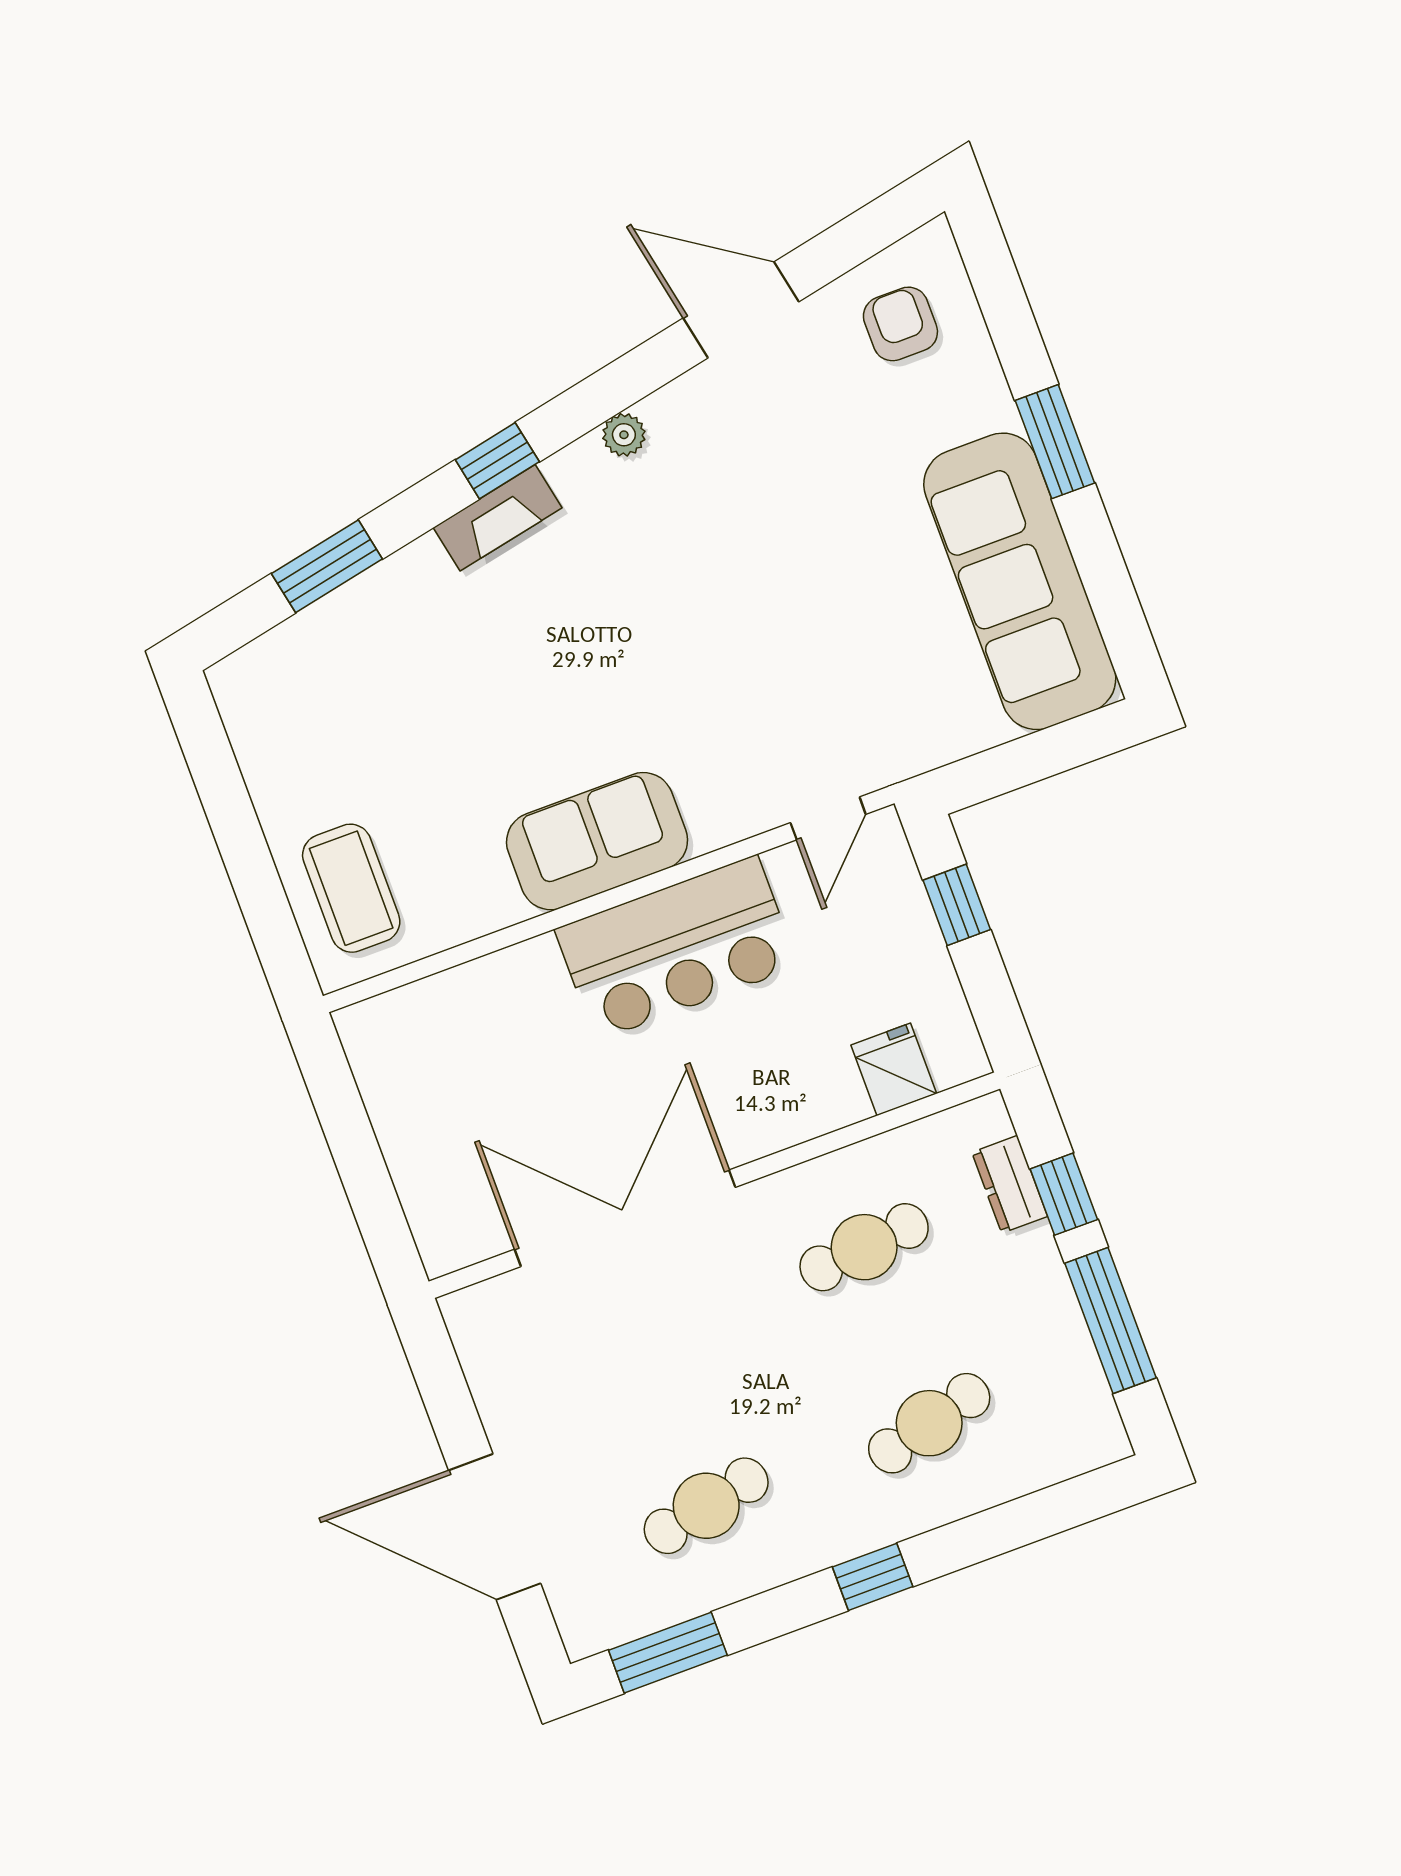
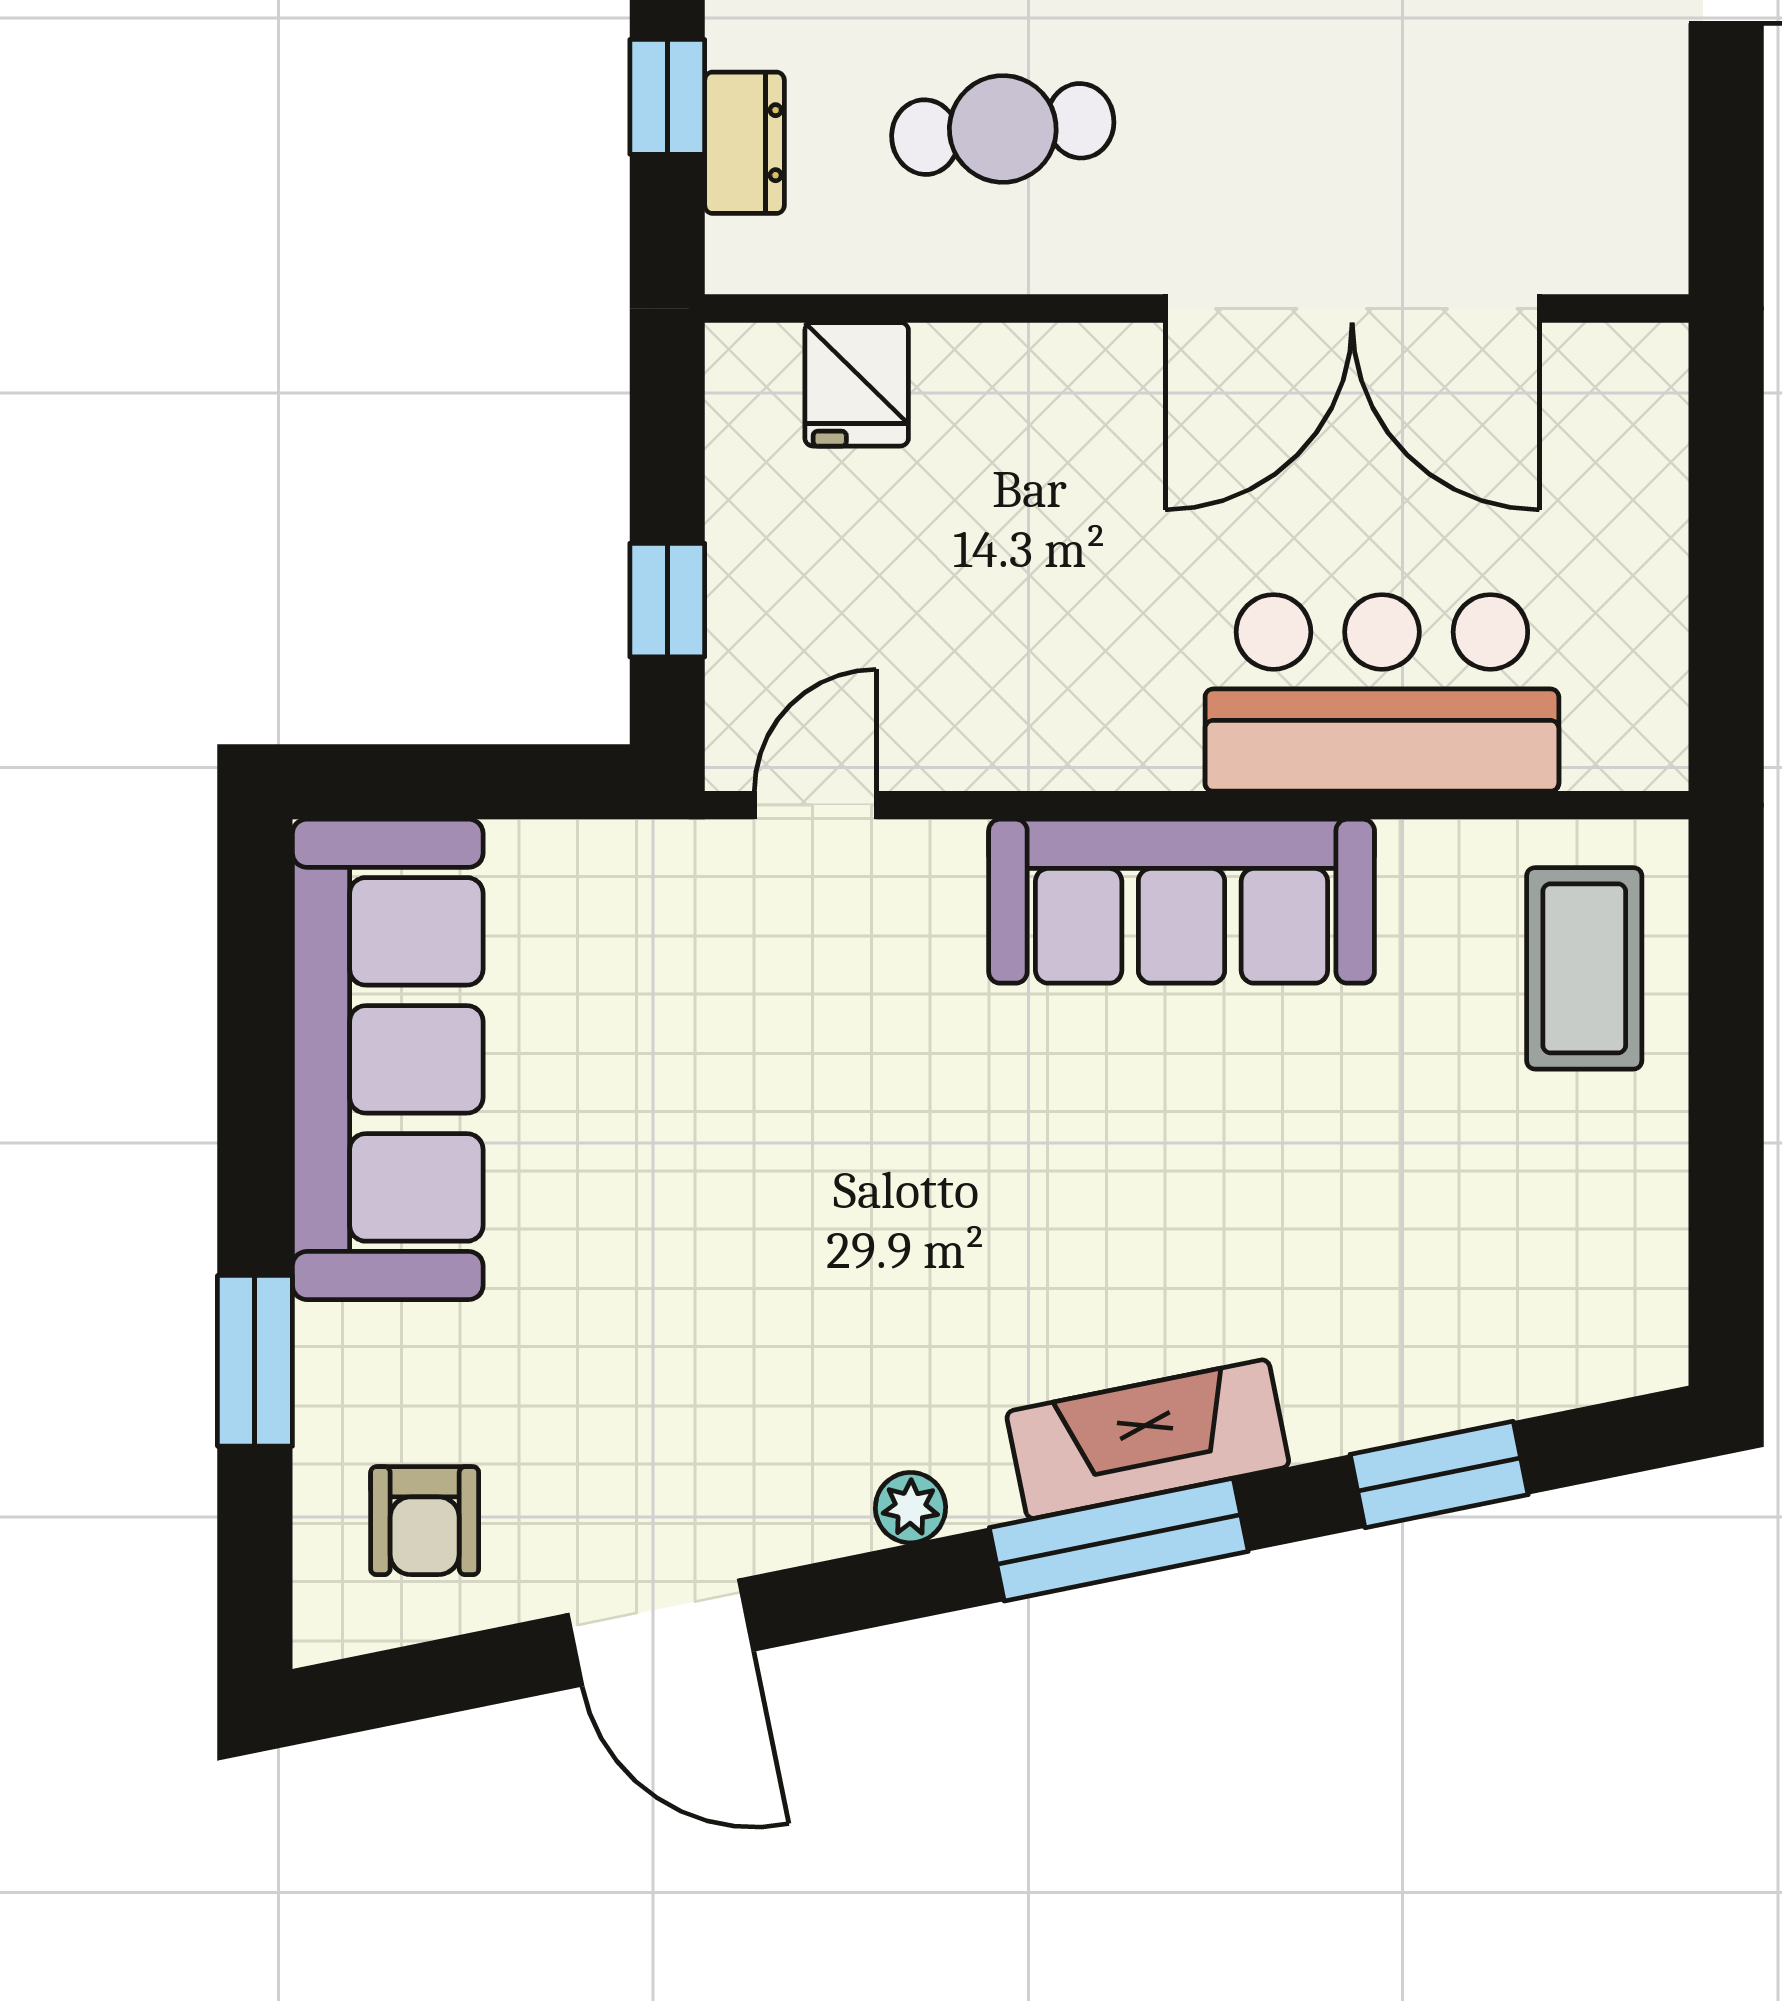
window: (1055, 442) -> (255, 1361), moved
window: (497, 461) -> (1119, 1540), width x2.17
fireplace: (498, 518) -> (1148, 1439), width x1.37, depth x1.32
sofa: (597, 841) -> (1182, 901), width x1.36
bar counter: (677, 948) -> (1382, 693), moved

